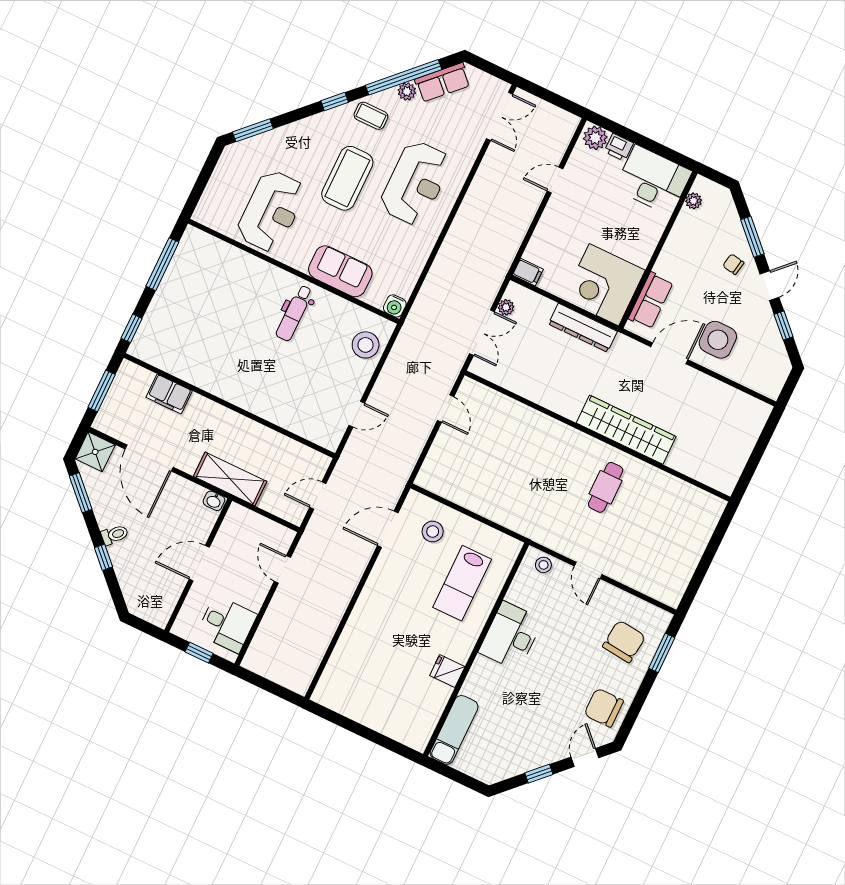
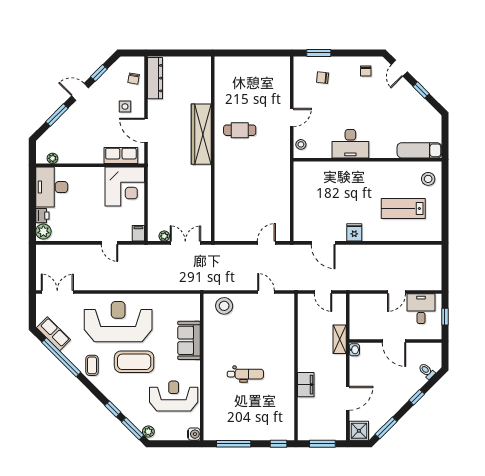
plant: (407, 91) -> (148, 432), moved
window: (335, 102) -> (113, 409), moved
door: (555, 180) -> (109, 243), moved
reception desk: (416, 183) -> (118, 322), width x1.36, depth x1.30
chair: (733, 264) -> (134, 79), moved
water cooler: (395, 306) -> (194, 434), moved
dental chair: (294, 313) -> (245, 374), moved
dresser: (583, 328) -> (155, 78), moved
side table: (718, 340) -> (125, 106), width x0.54, depth x0.54
filing cabinet: (169, 394) -> (306, 385), moved
door: (446, 408) -> (266, 243), moved
door: (149, 458) -> (348, 398), width x0.73
shelving: (230, 479) -> (340, 339), width x0.67, depth x0.75
stool: (433, 532) -> (428, 179), moved
toilet: (115, 535) -> (427, 371), moved
door: (282, 569) -> (396, 292), moved
lab bench: (462, 583) -> (403, 209), moved, turned 180
chair: (624, 641) -> (323, 78), width x0.54, depth x0.54
fridge: (447, 671) -> (354, 232), moved, turned 180
chair: (604, 708) -> (366, 71), width x0.54, depth x0.54
door: (585, 757) -> (399, 68), hinge flipped

